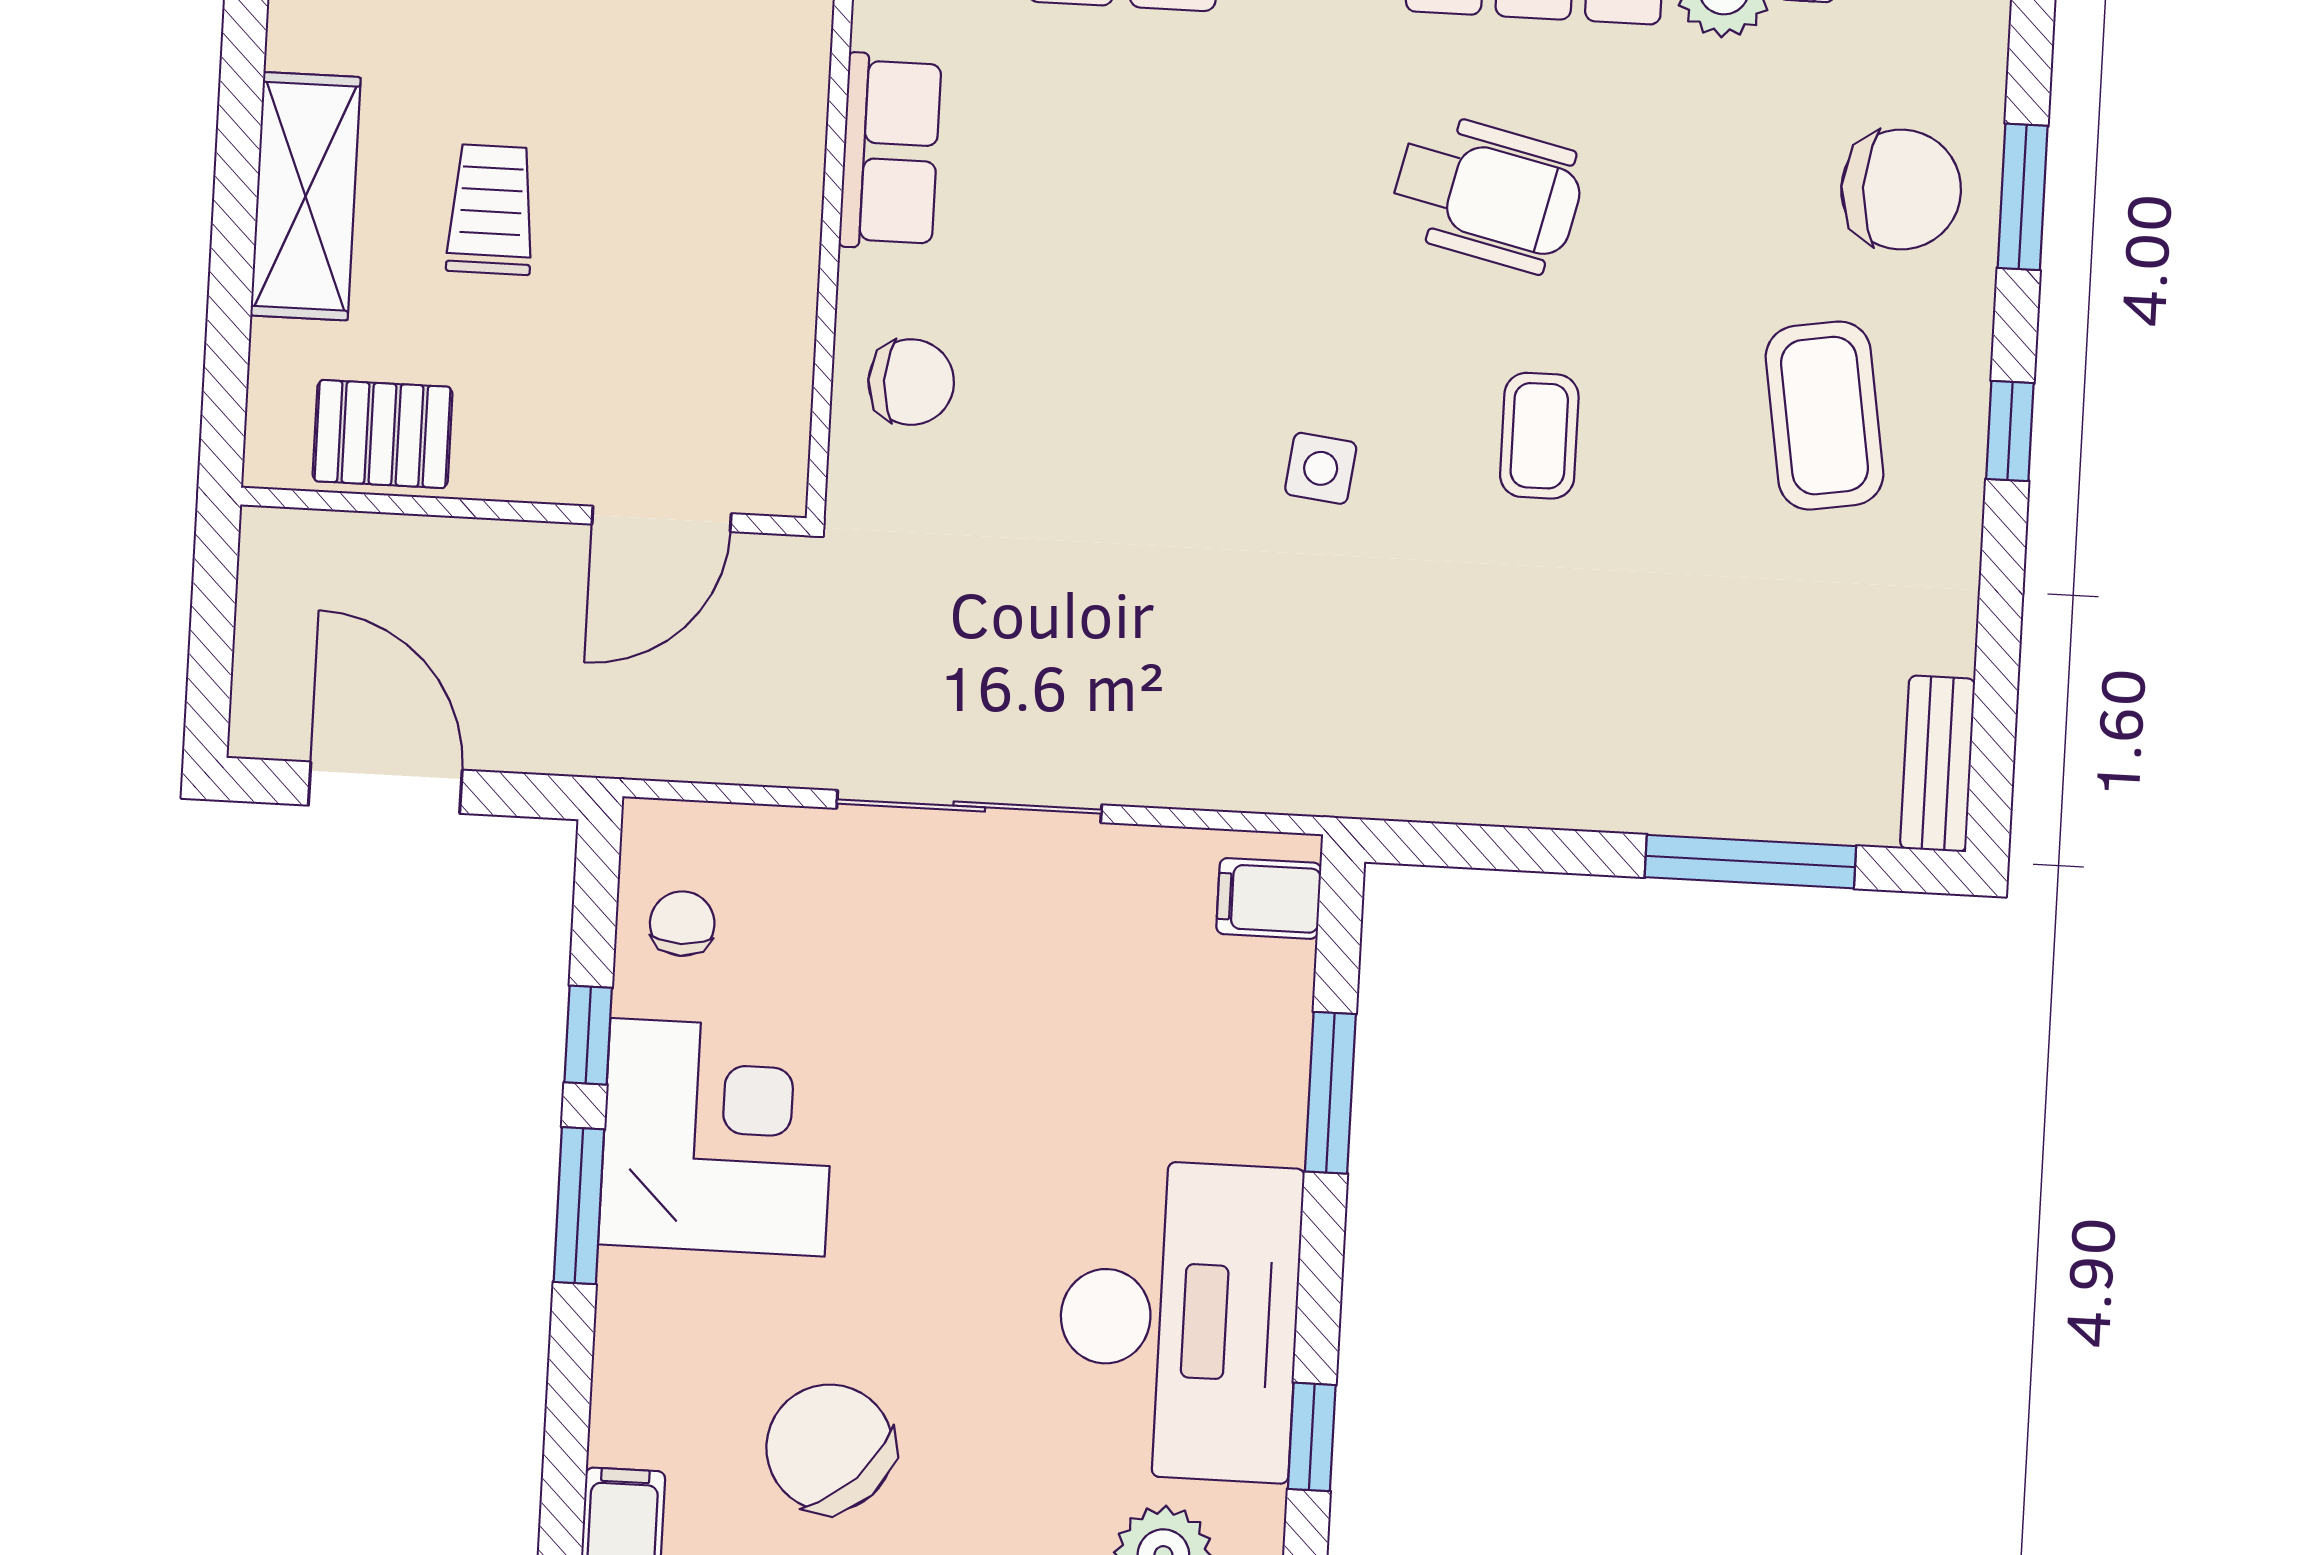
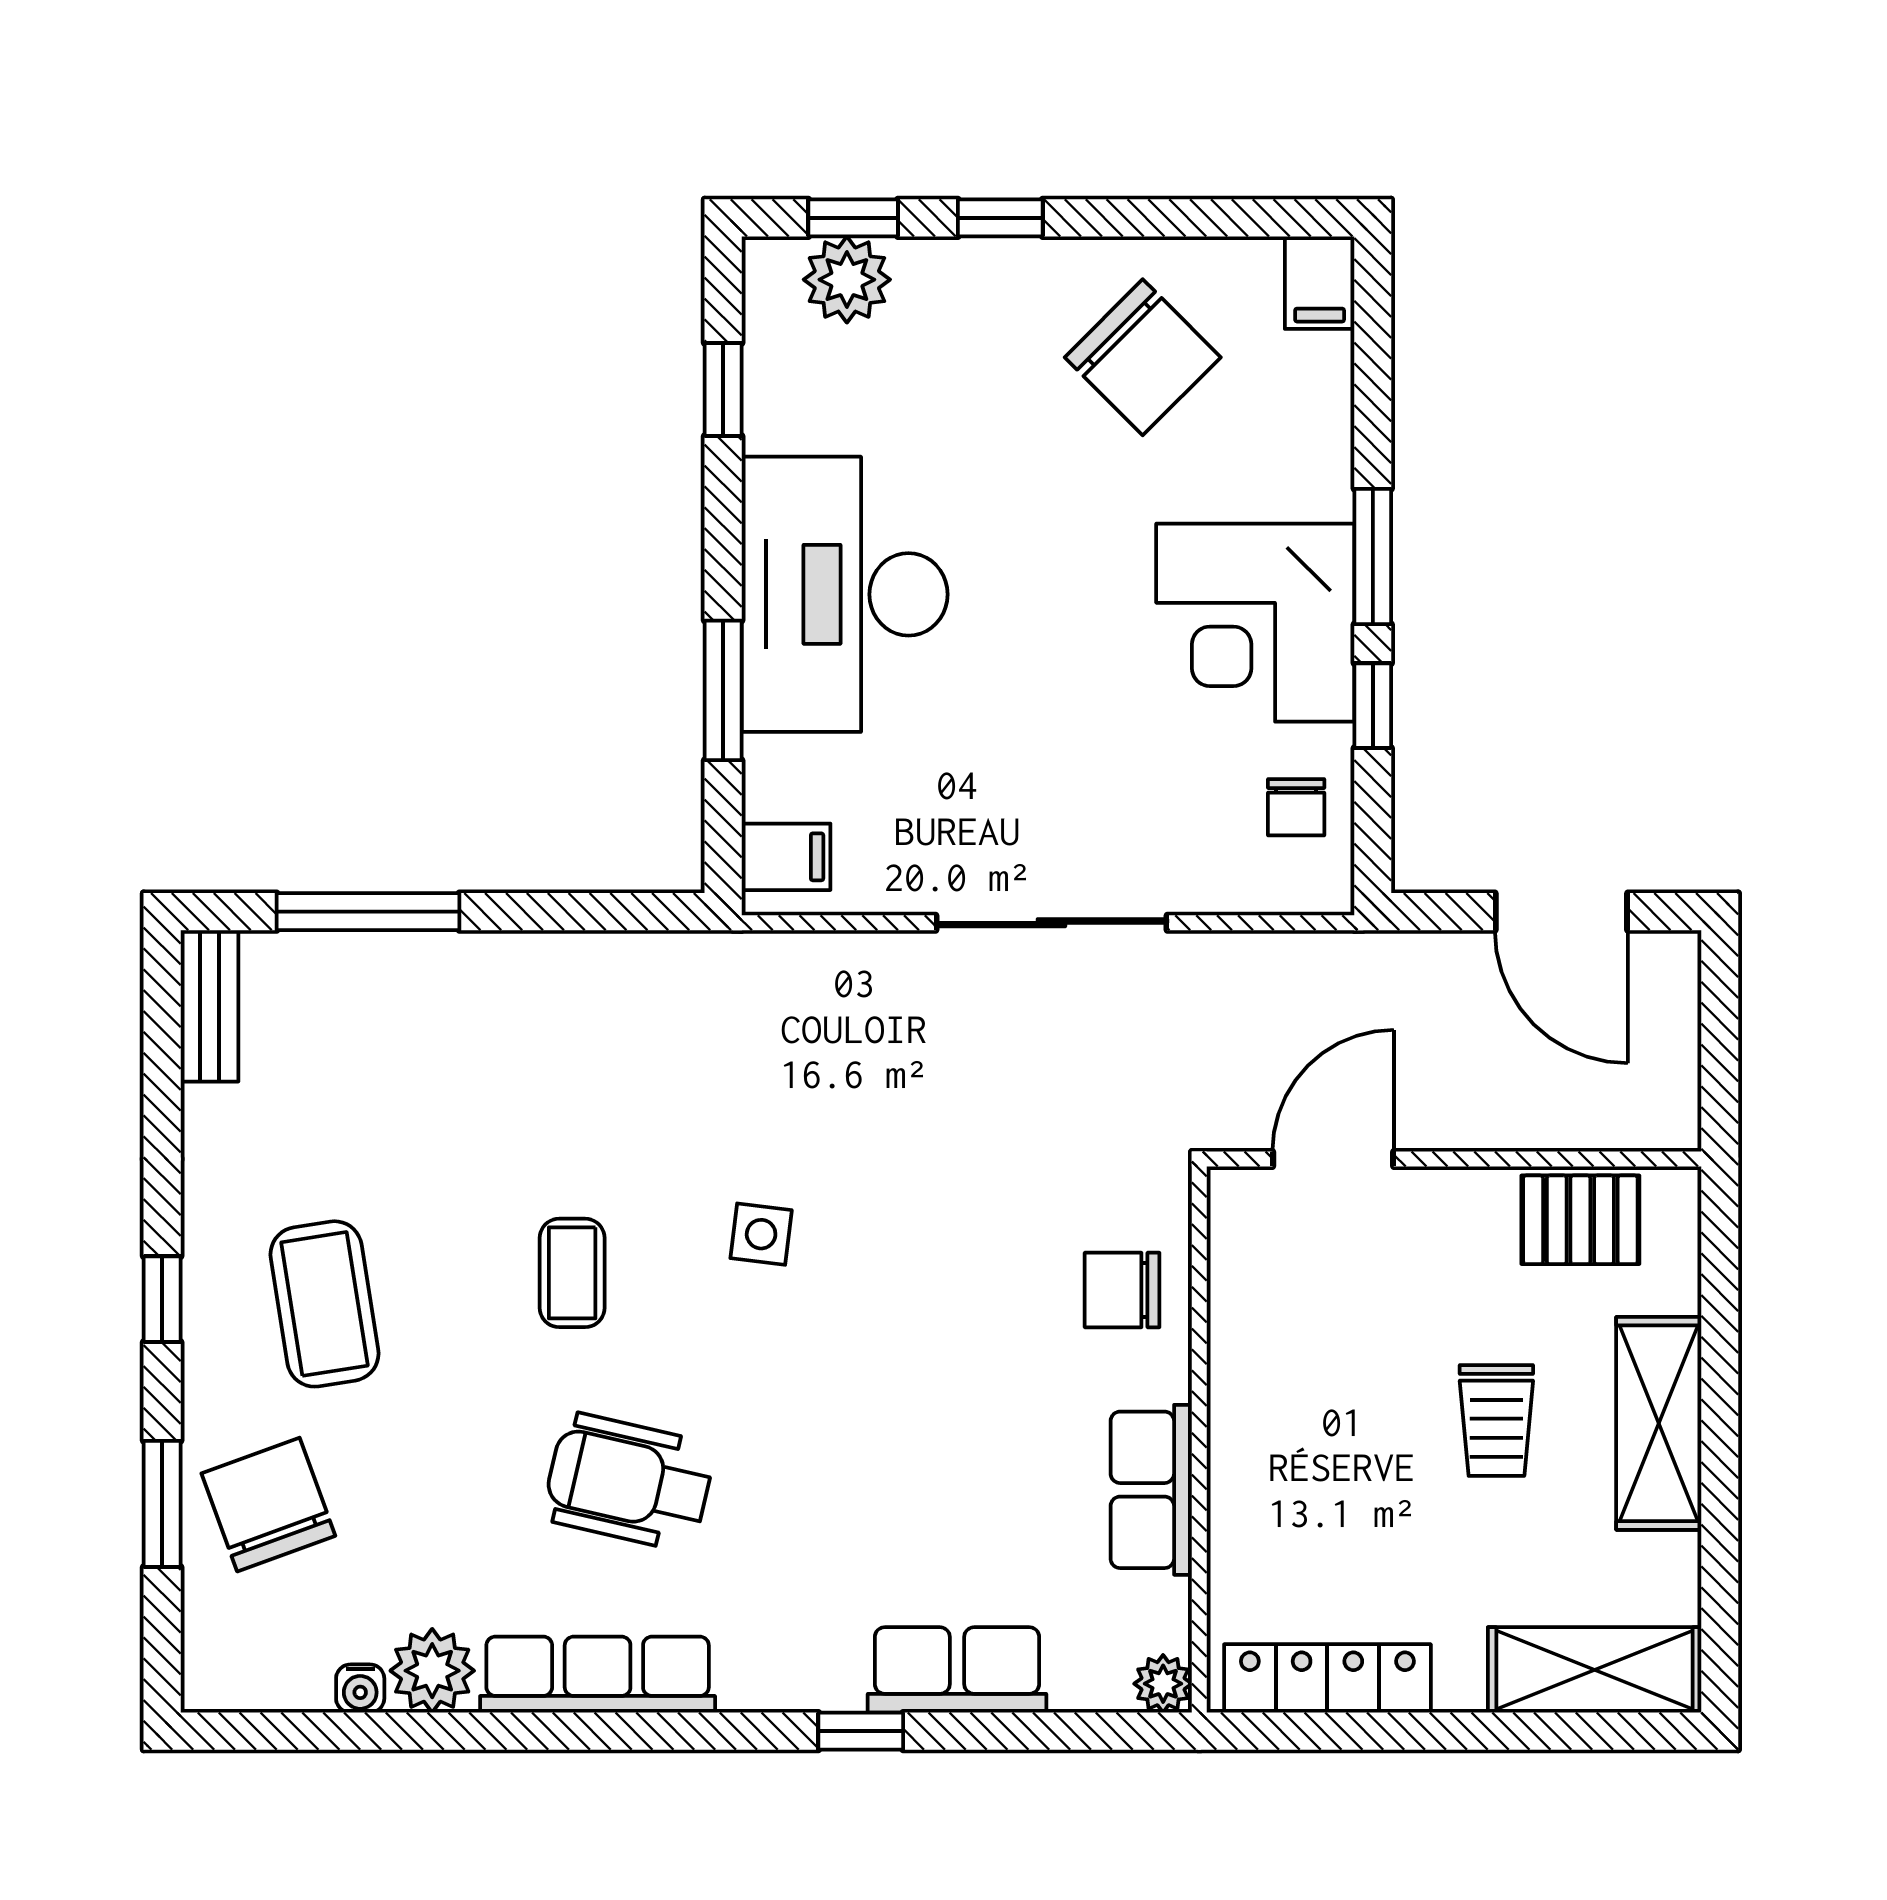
chair: (1901, 189) -> (268, 1505), turned 70
desk: (1179, 1320) -> (845, 594), moved

